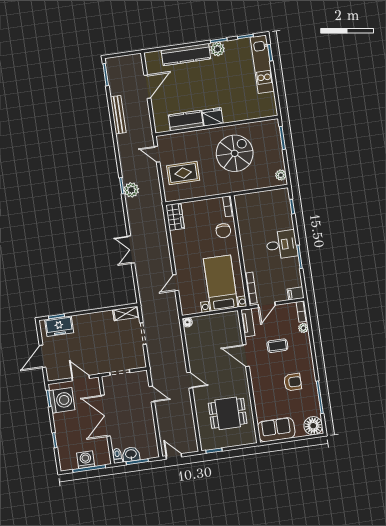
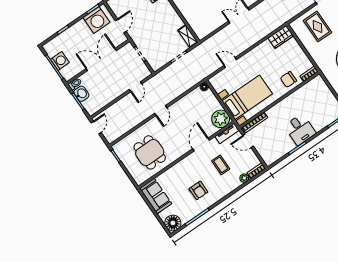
filing cabinet: (296, 293) -> (268, 159), removed
plant: (229, 322) -> (221, 119), added

